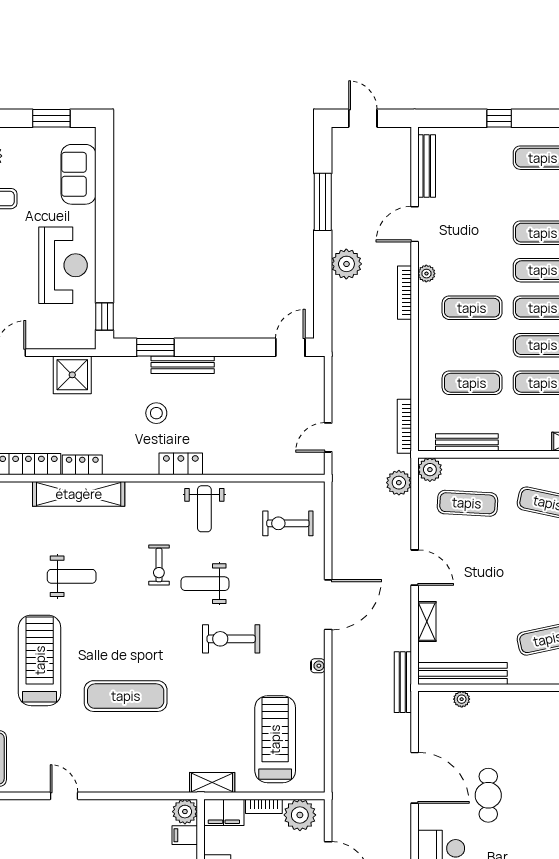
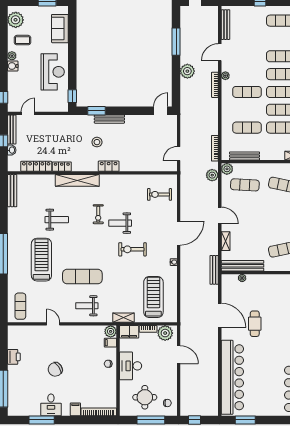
shower: (72, 375) -> (57, 124), removed
shelving: (79, 494) -> (77, 180), moved
weight bench: (204, 509) -> (87, 306), moved, turned 90

